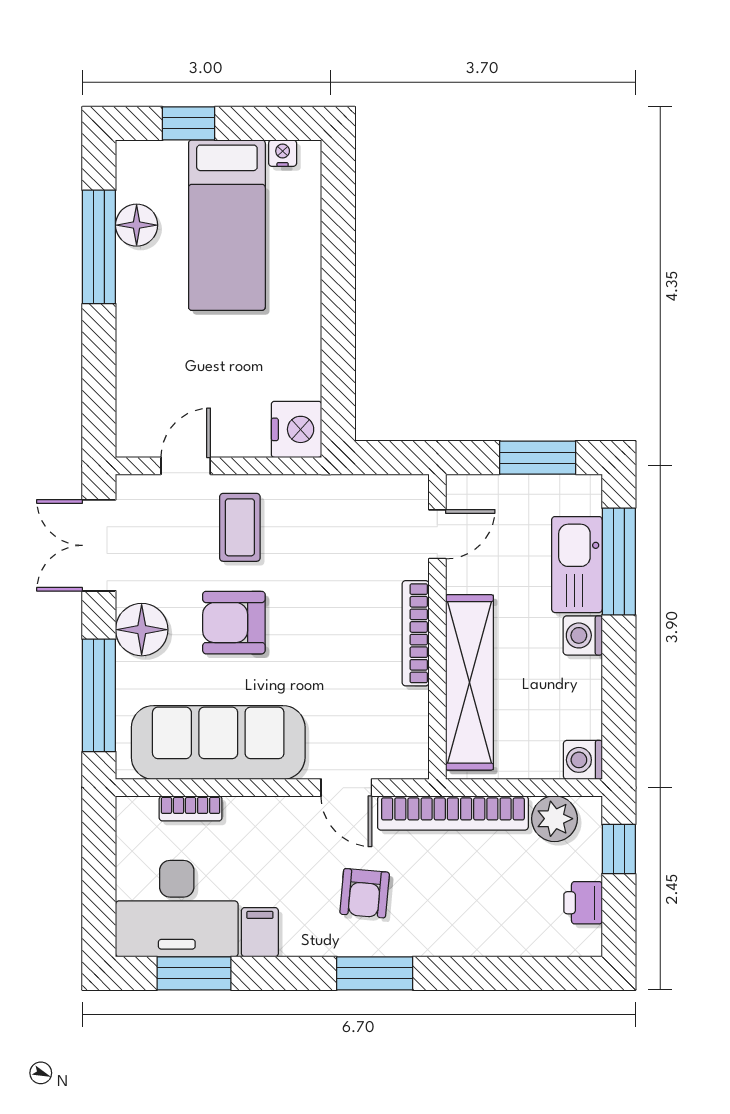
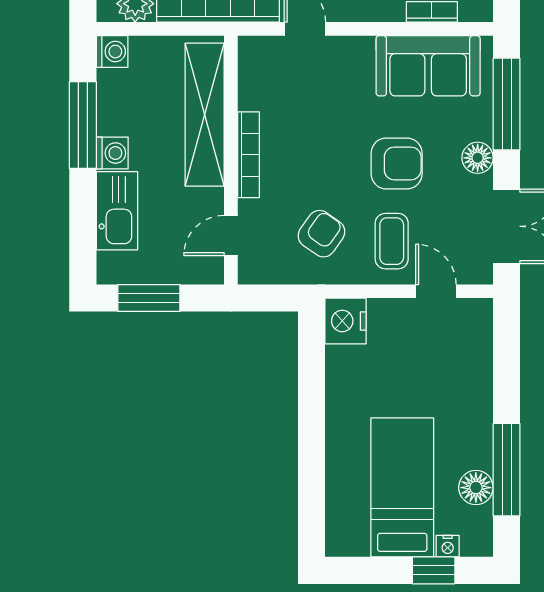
nightstand: (283, 153) -> (448, 546), moved
door: (186, 466) -> (436, 291), swing flipped
armchair: (326, 536) -> (322, 234), added
window: (619, 561) -> (83, 125), moved
floor lamp: (142, 630) -> (478, 158), width x0.73, depth x0.73
sofa: (218, 742) -> (428, 66), width x0.73

